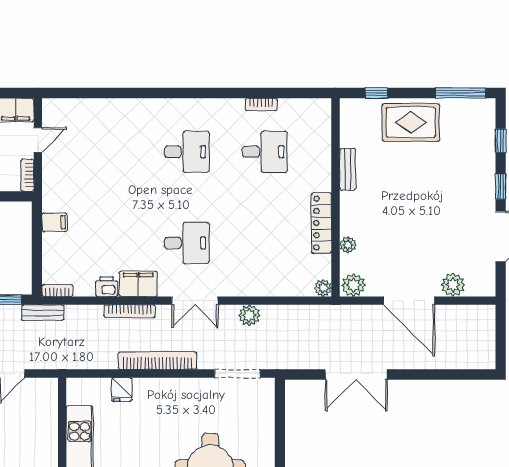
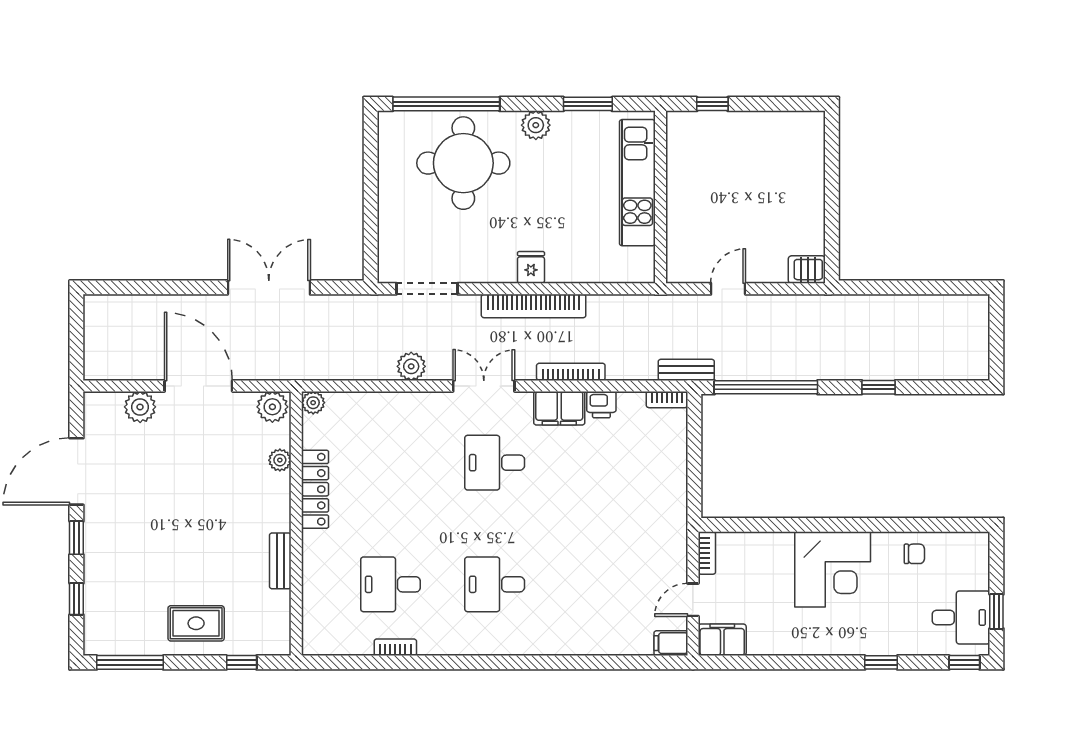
rug: (411, 122) -> (196, 623), width x0.73, depth x0.70
filing cabinet: (54, 222) -> (671, 643), moved
fridge: (122, 390) -> (531, 267), moved

